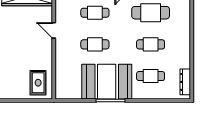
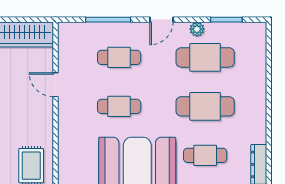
cafe table: (151, 44) -> (205, 106), width x1.37, depth x1.35

